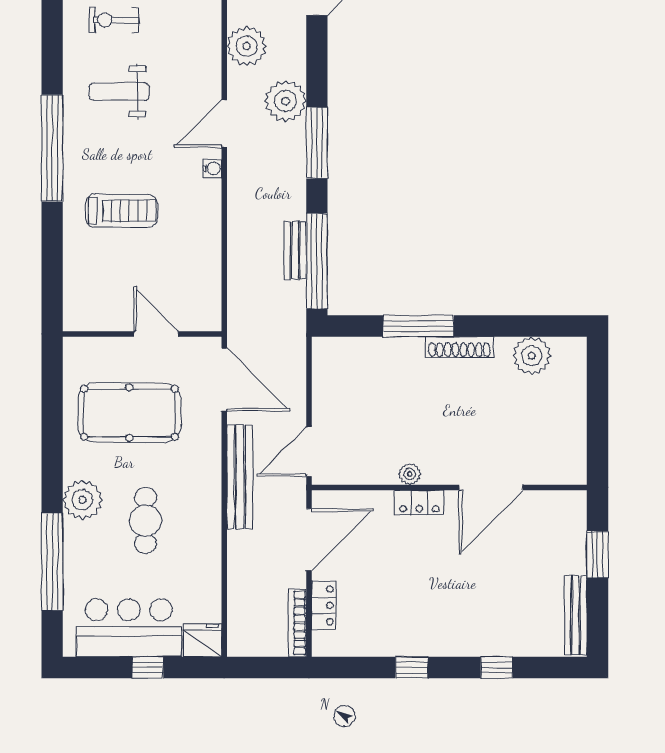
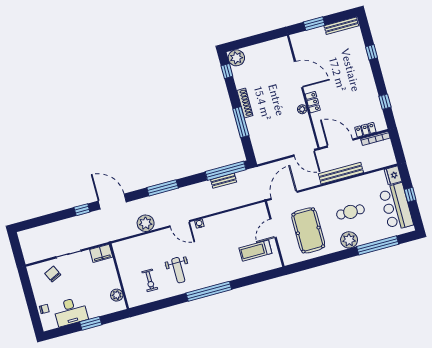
plant: (286, 101) -> (164, 201), removed
window: (317, 143) -> (163, 188), moved
treadmill: (121, 211) -> (255, 251), moved, turned -90
window: (543, 326) -> (227, 71), added
plant: (532, 356) -> (236, 58), moved
bench: (240, 477) -> (341, 173), moved
window: (412, 667) -> (385, 102), moved

